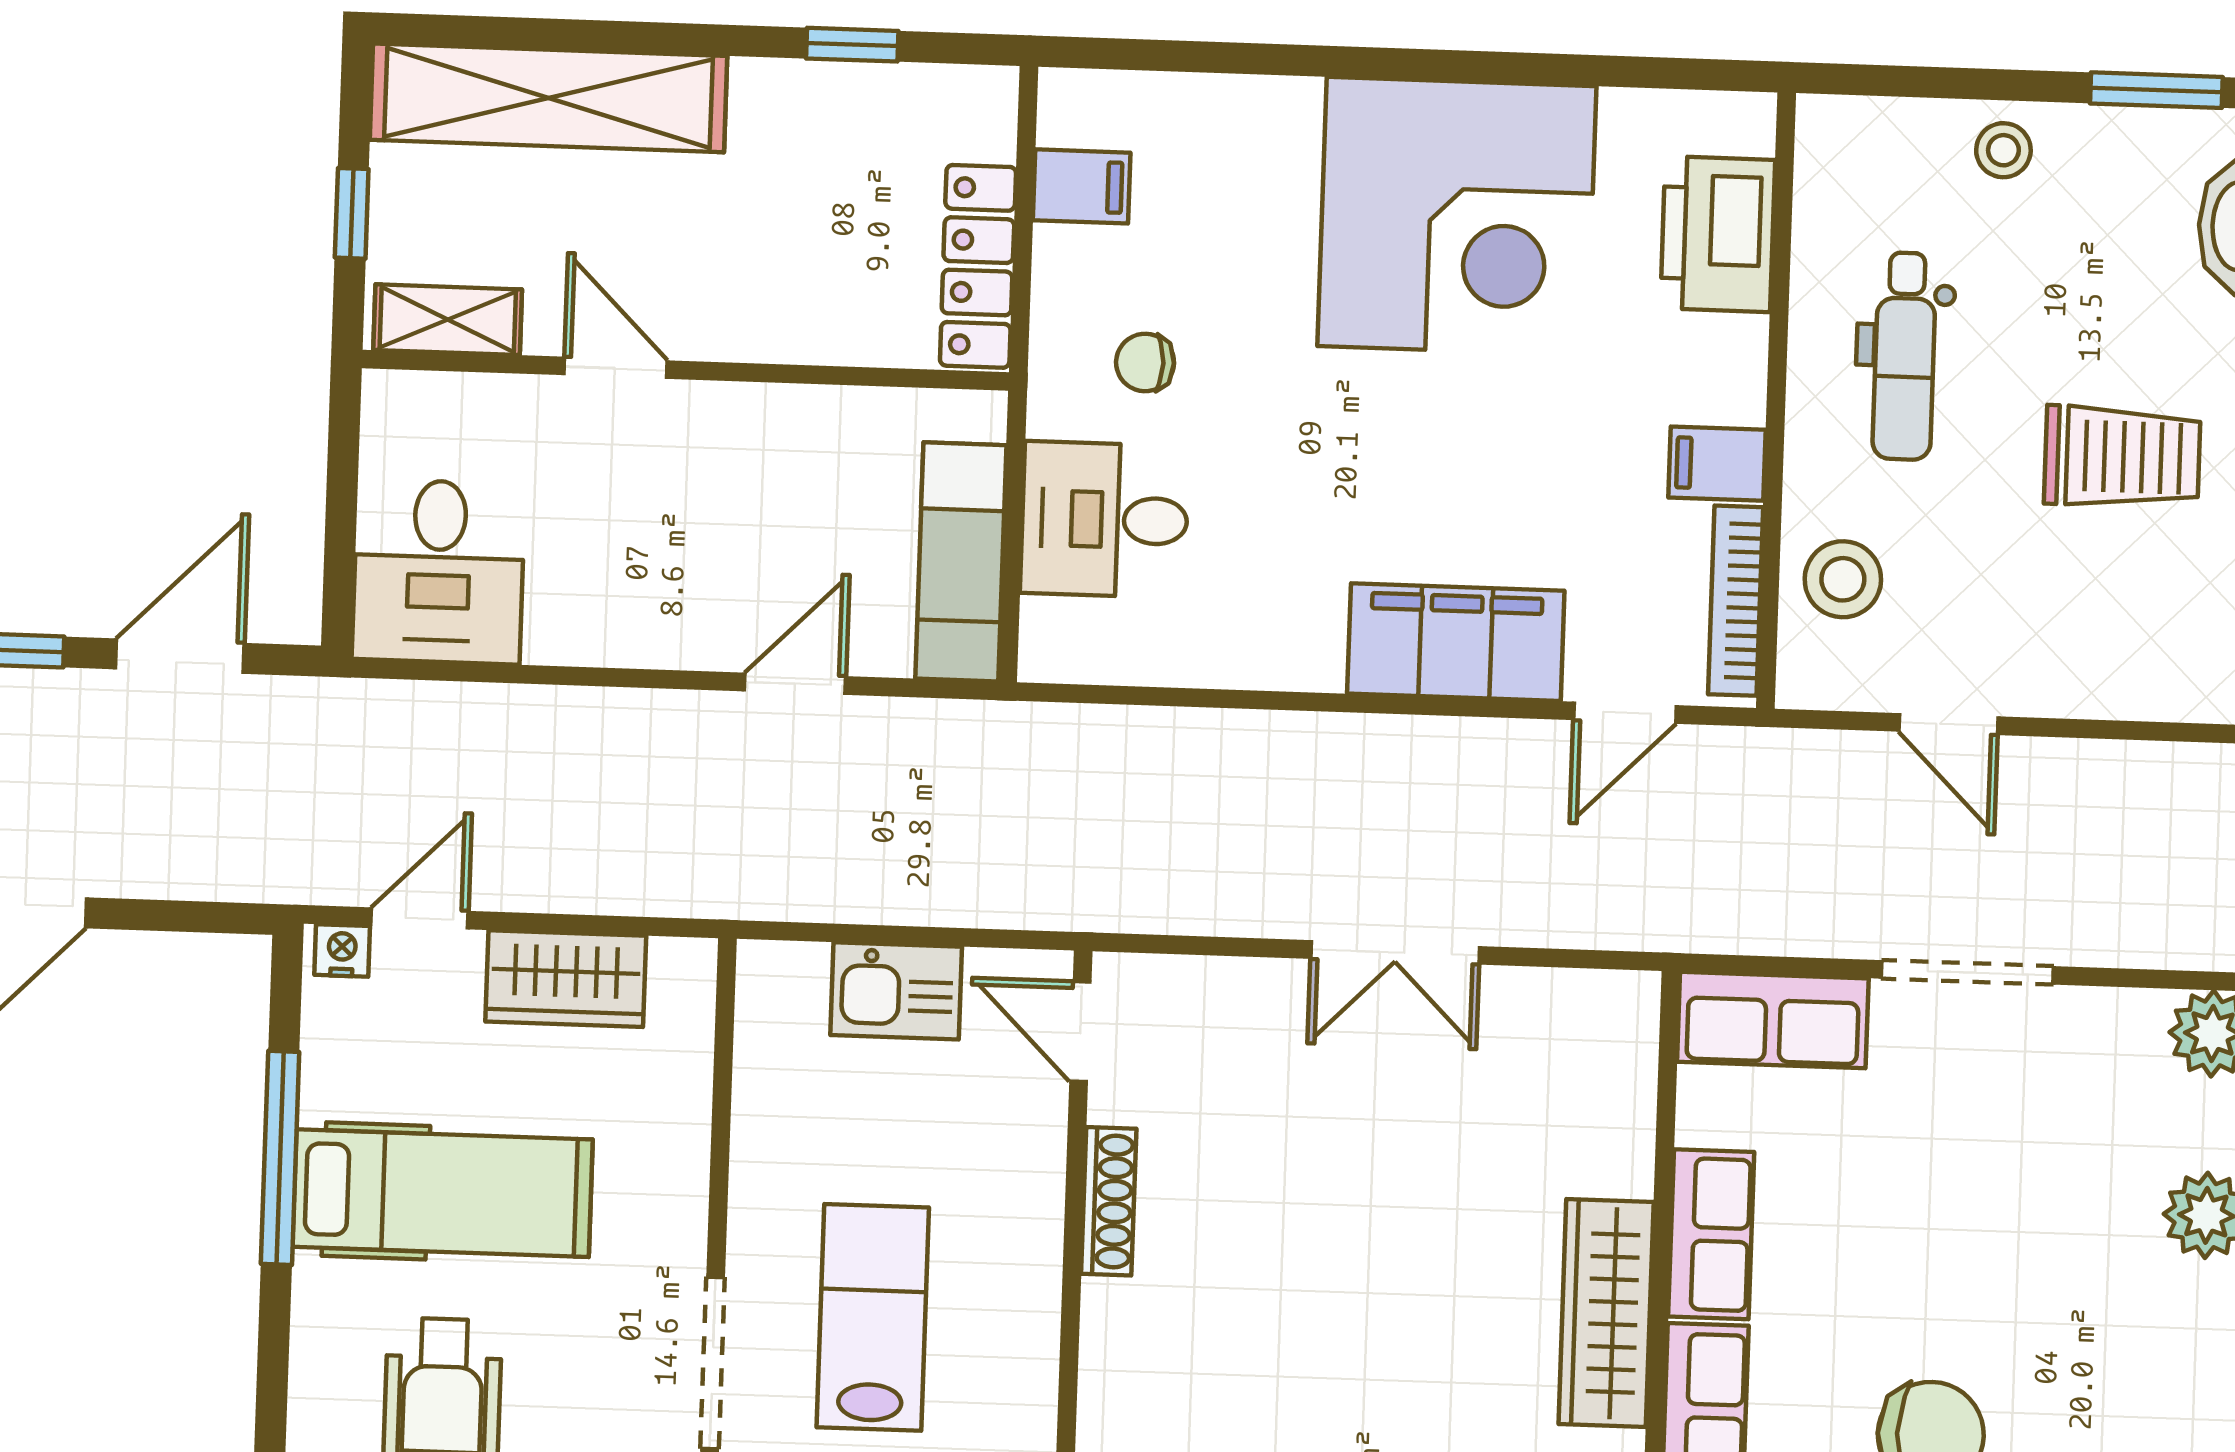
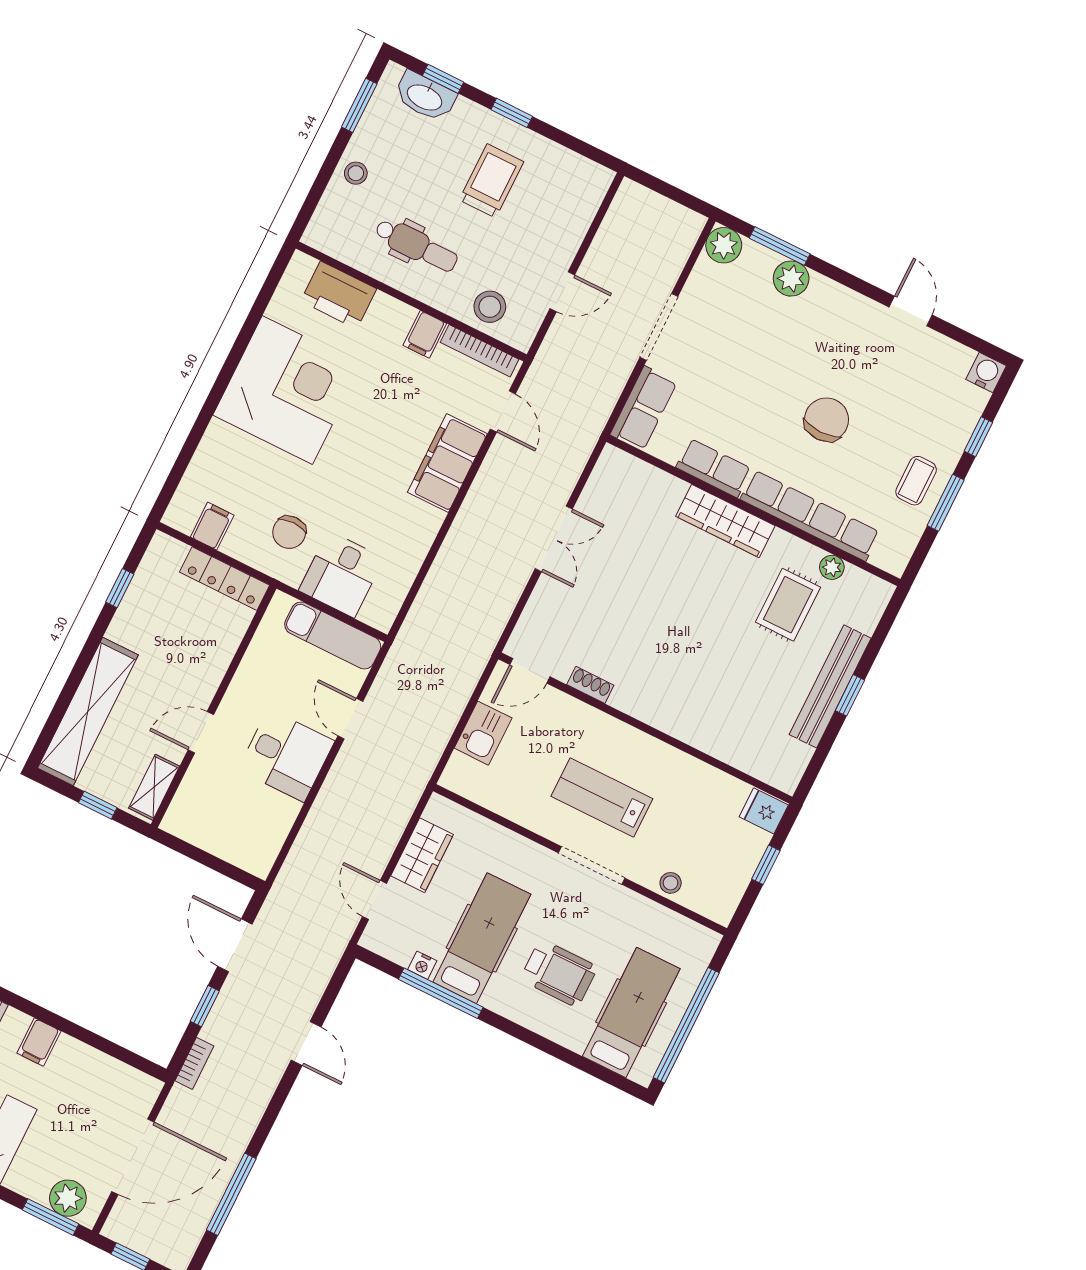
chair: (1145, 362) -> (289, 532), width x1.37, depth x1.37
desk: (439, 572) -> (286, 755), moved
nightstand: (342, 950) -> (422, 965), moved, turned -90
shoe rack: (1109, 1201) -> (590, 685), width x0.70

